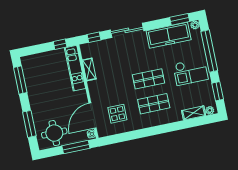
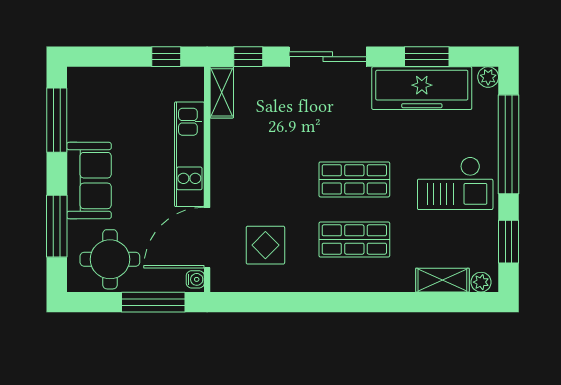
window: (180, 19) -> (427, 57), moved
kitchen unit: (75, 68) -> (189, 154), moved
shelving: (89, 69) -> (222, 92), moved
sofa: (39, 102) -> (89, 181), added

